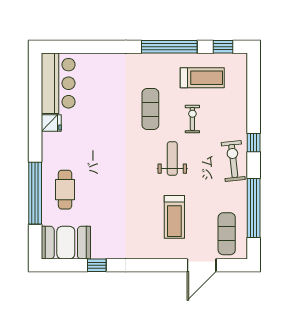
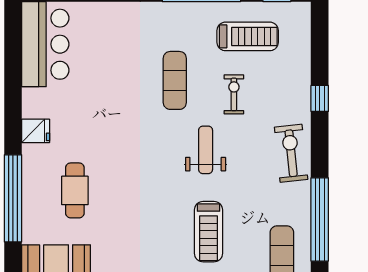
fridge: (51, 123) -> (36, 131), moved
window: (254, 143) -> (320, 98), moved
cafe table: (65, 190) -> (75, 190), moved

